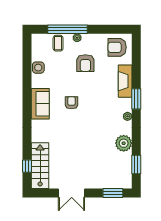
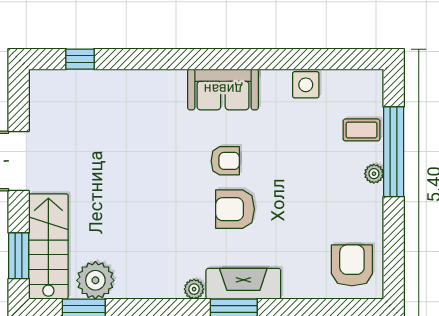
armchair: (85, 63) -> (235, 209), moved
fireplace: (125, 81) -> (243, 284), moved
plant: (124, 143) -> (95, 280), moved
stairs: (40, 166) -> (48, 246), moved, turned -90

